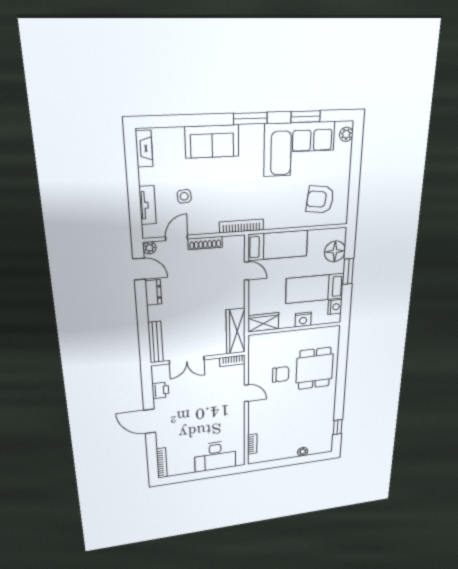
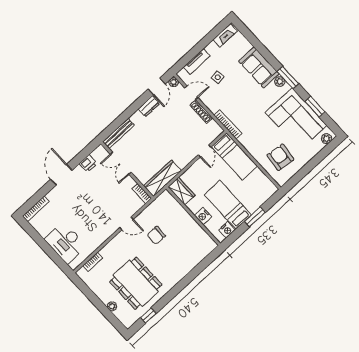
plant: (247, 132) -> (280, 82), added
floor lamp: (335, 251) -> (260, 196), removed
dining table: (315, 368) -> (136, 283), moved, width x1.38
chair: (281, 374) -> (156, 235), turned 90
door: (246, 393) -> (126, 223), hinge flipped

